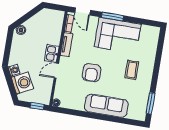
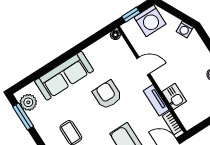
kitchen sink: (52, 53) -> (174, 97), moved
door: (56, 71) -> (143, 66), hinge flipped
washing machine: (22, 83) -> (150, 21), moved, turned -63
plant: (140, 109) -> (28, 102), added

